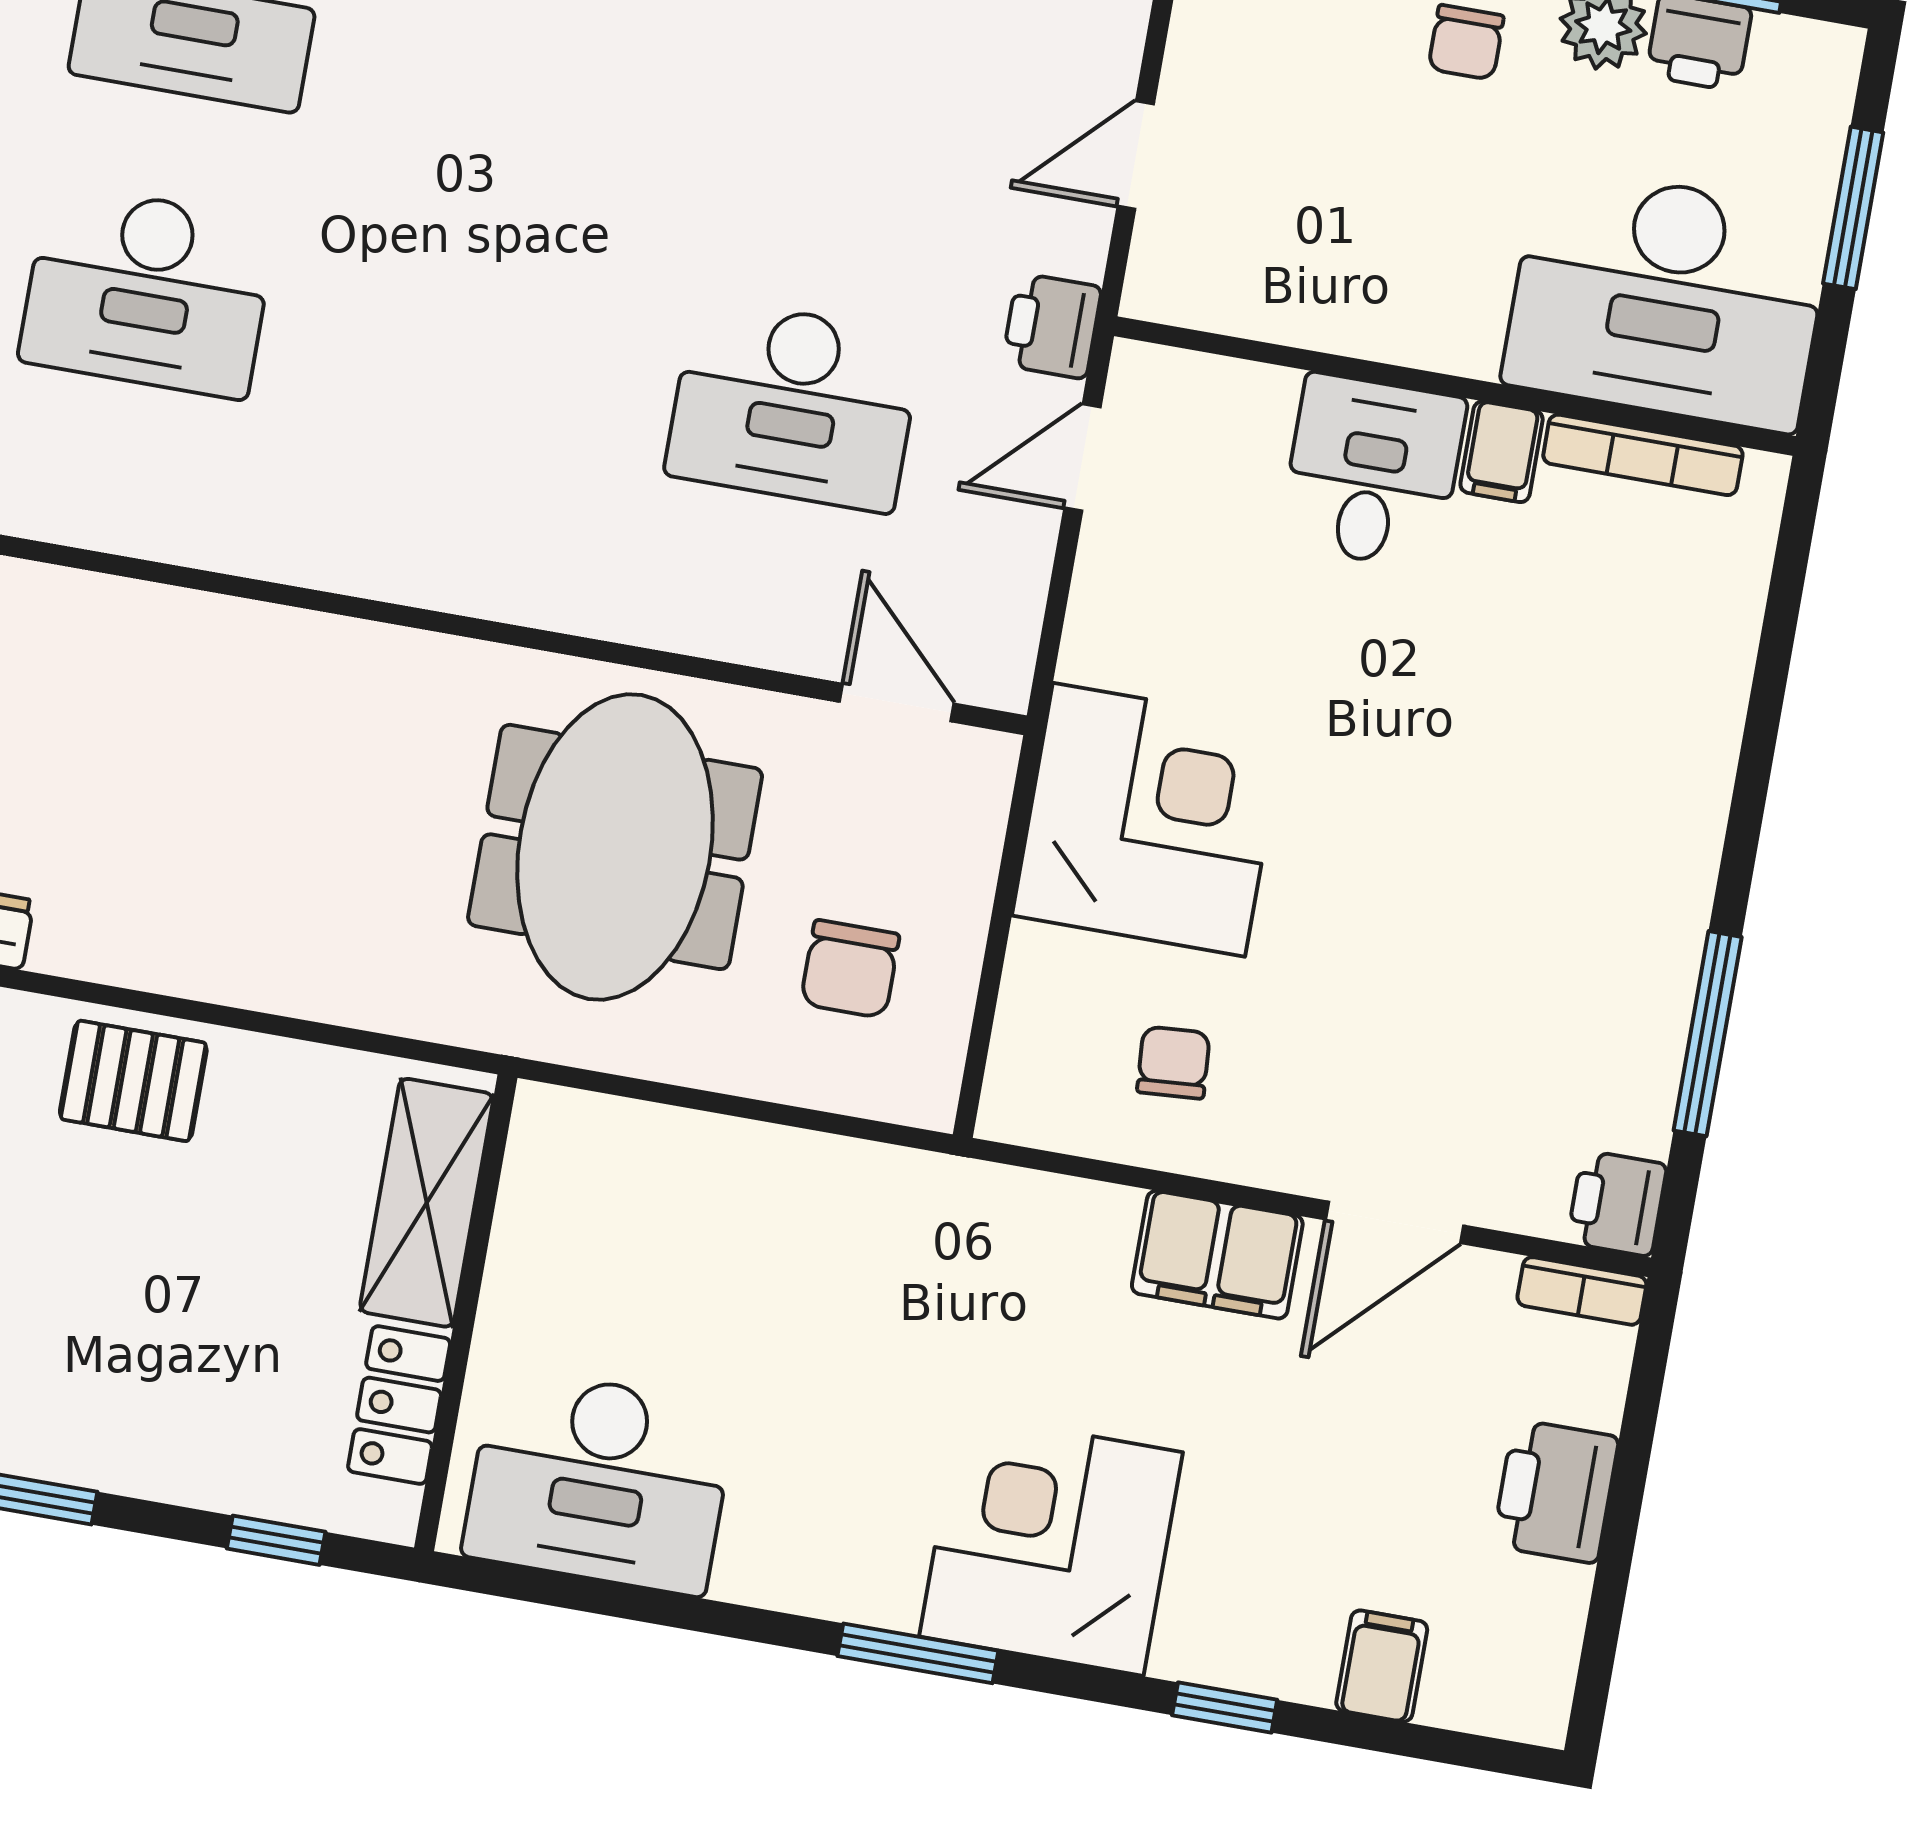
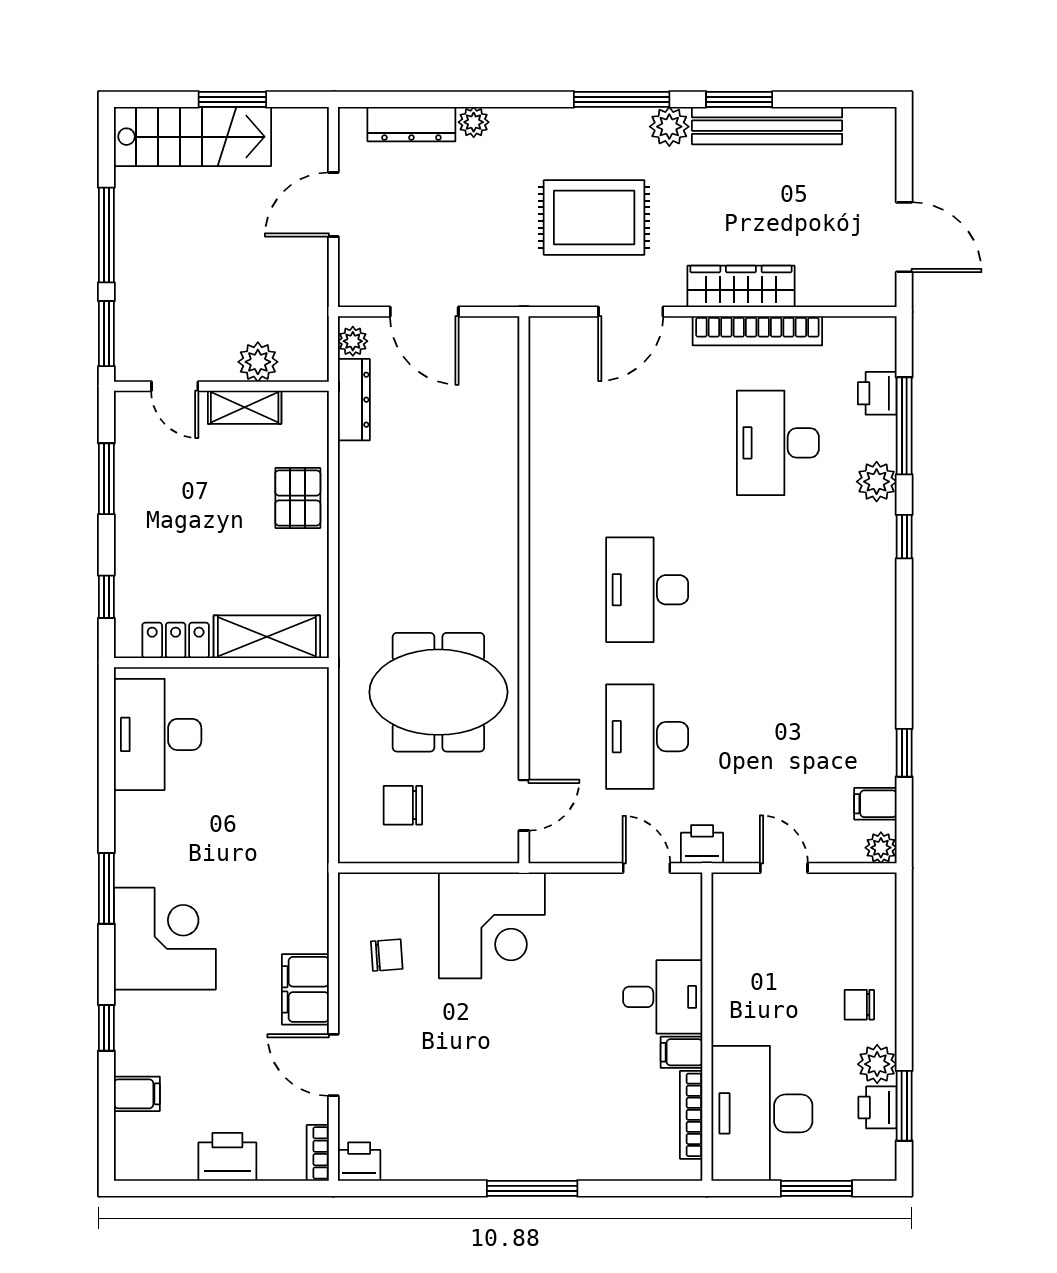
desk: (148, 291) -> (647, 590), moved
window: (1708, 1034) -> (532, 1188), moved

